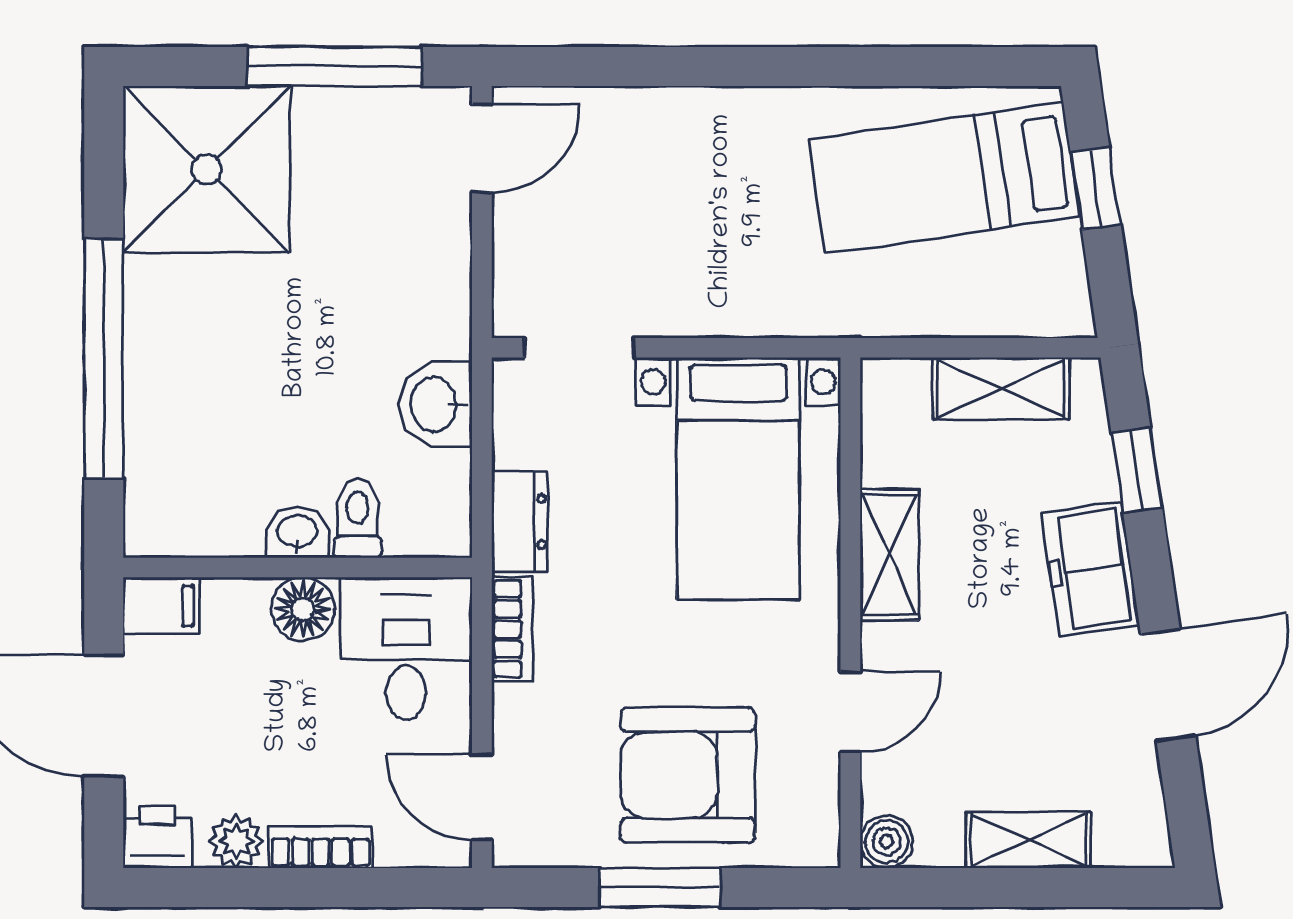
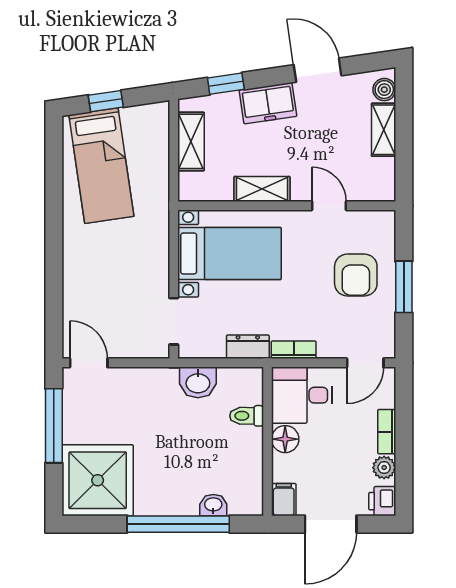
washbasin: (297, 533) -> (213, 505), moved, turned 90
armchair: (688, 775) -> (356, 275), width x0.73, depth x0.73
boiler: (886, 842) -> (384, 90), moved

